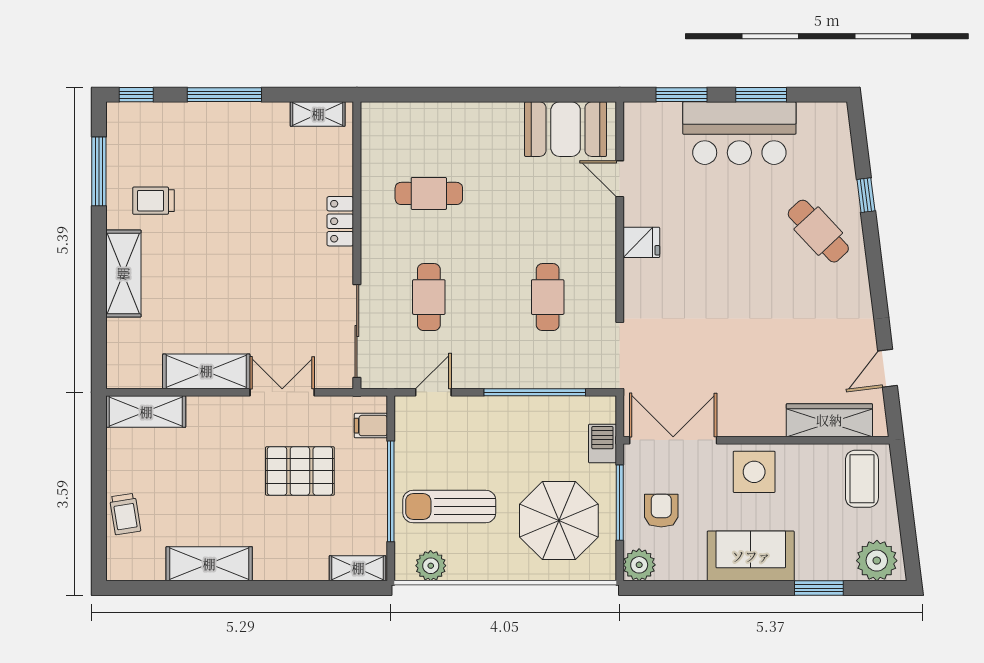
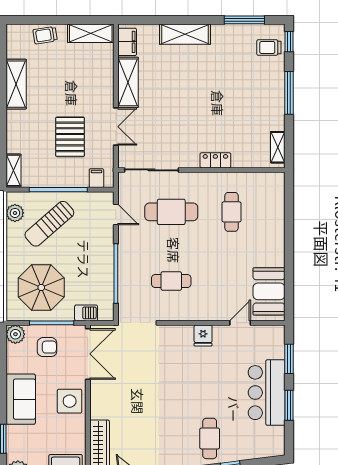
trolley: (153, 201) -> (269, 47), moved, turned -90
cafe table: (818, 231) -> (210, 438), turned -47
cafe table: (429, 297) -> (171, 212), width x1.37, depth x1.35
filing cabinet: (137, 373) -> (127, 42), added
shelving: (146, 412) -> (91, 33), moved, turned 90
sun lounger: (449, 507) -> (49, 224), turned -131

